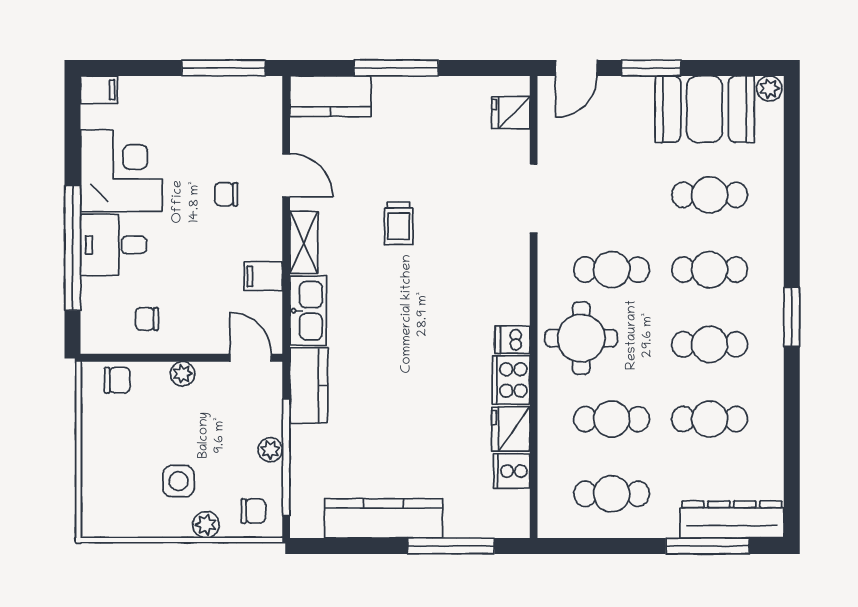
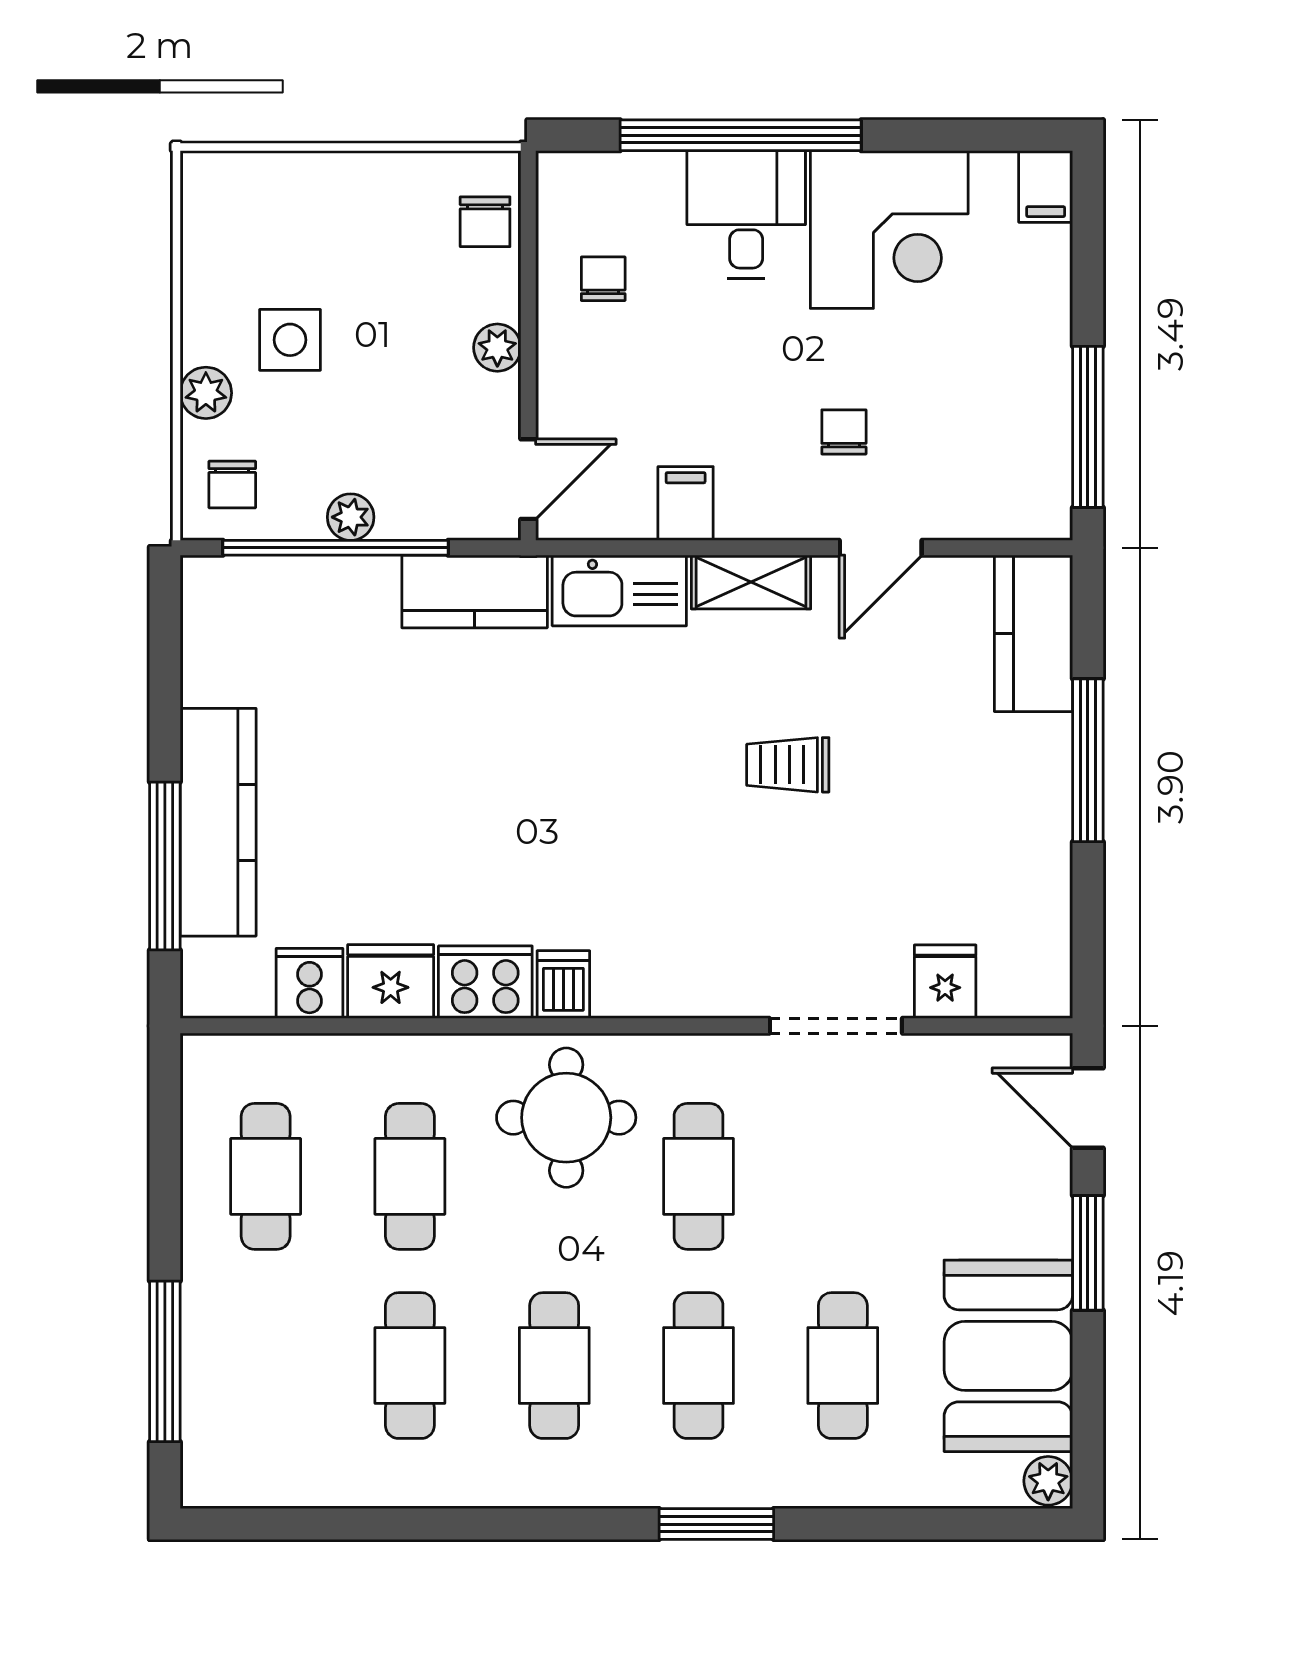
fridge: (511, 113) -> (945, 982), moved
window: (792, 317) -> (716, 1524), moved
kitchen counter: (383, 518) -> (218, 822), moved
dresser: (732, 519) -> (216, 1408), removed

